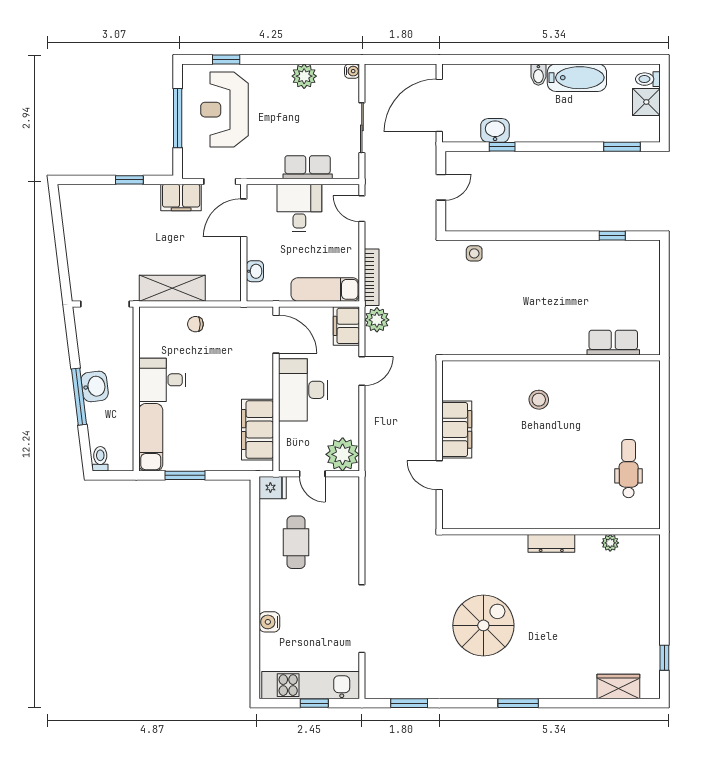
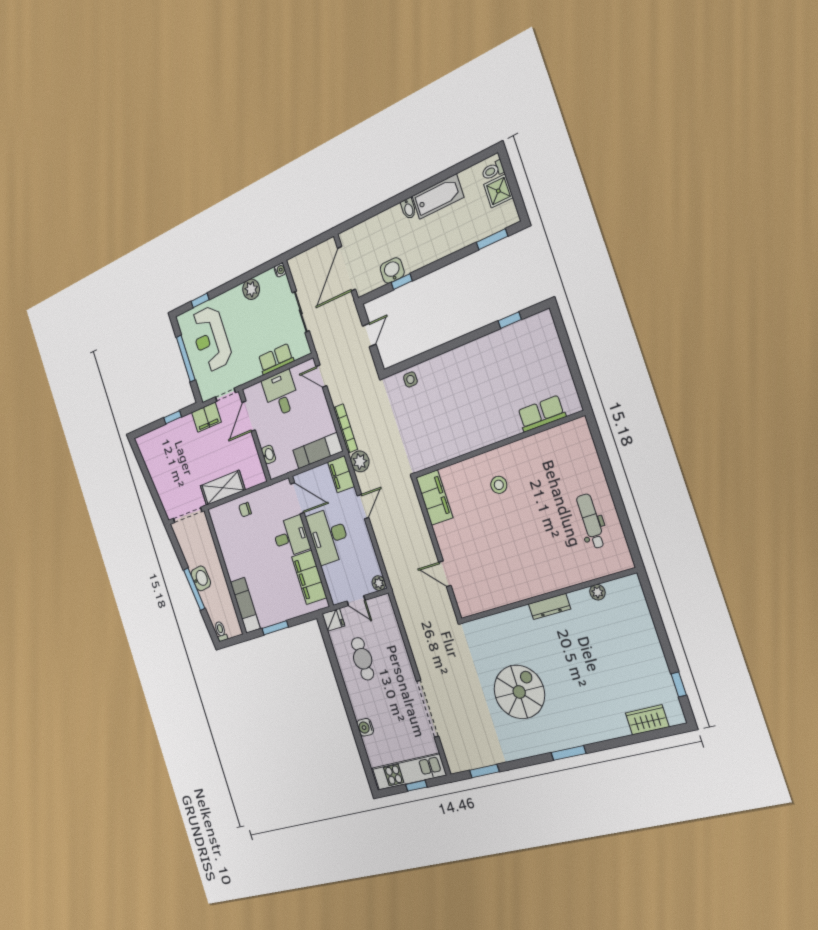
desk: (162, 380) -> (291, 537), moved, turned 180
filing cabinet: (457, 429) -> (434, 498), moved
plant: (343, 454) -> (379, 583), width x0.53, depth x0.53

